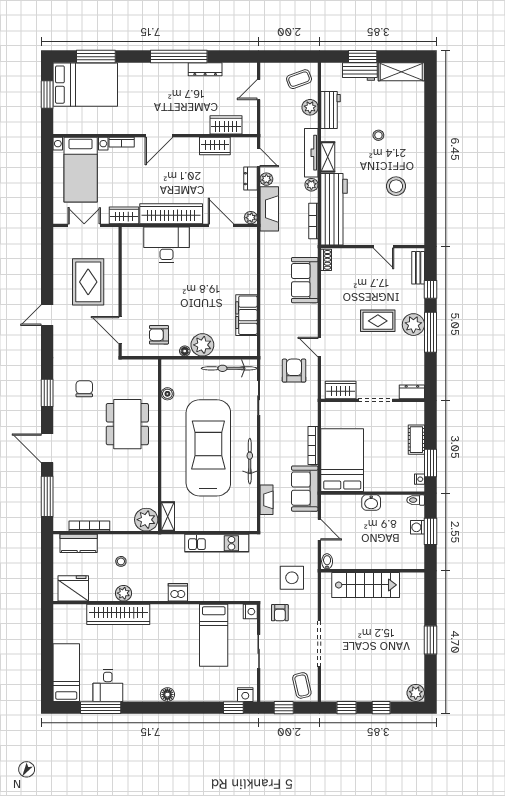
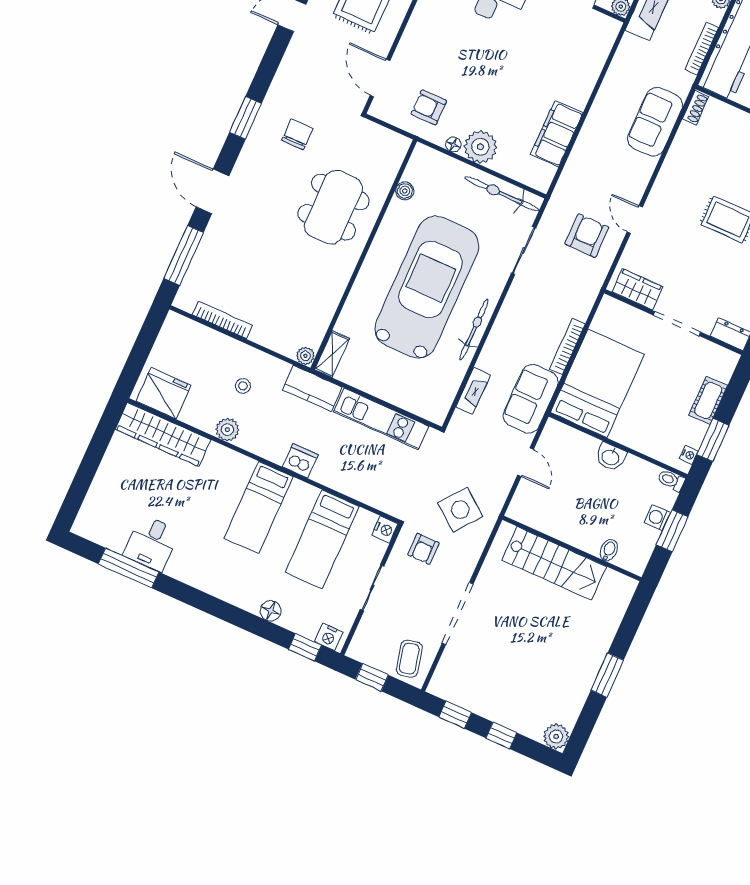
plant: (146, 520) -> (305, 356), width x0.53, depth x0.53
kitchen counter: (79, 543) -> (312, 388), moved
bidet: (327, 561) -> (609, 550), moved
side table: (292, 578) -> (460, 510), turned 38
wardrobe: (118, 614) -> (163, 434), moved
bed: (66, 673) -> (258, 507), moved, turned 180
floor lamp: (167, 695) -> (271, 611), moved

